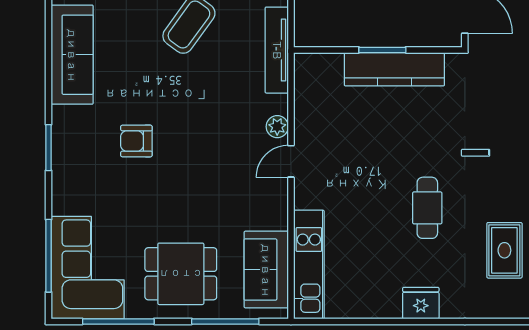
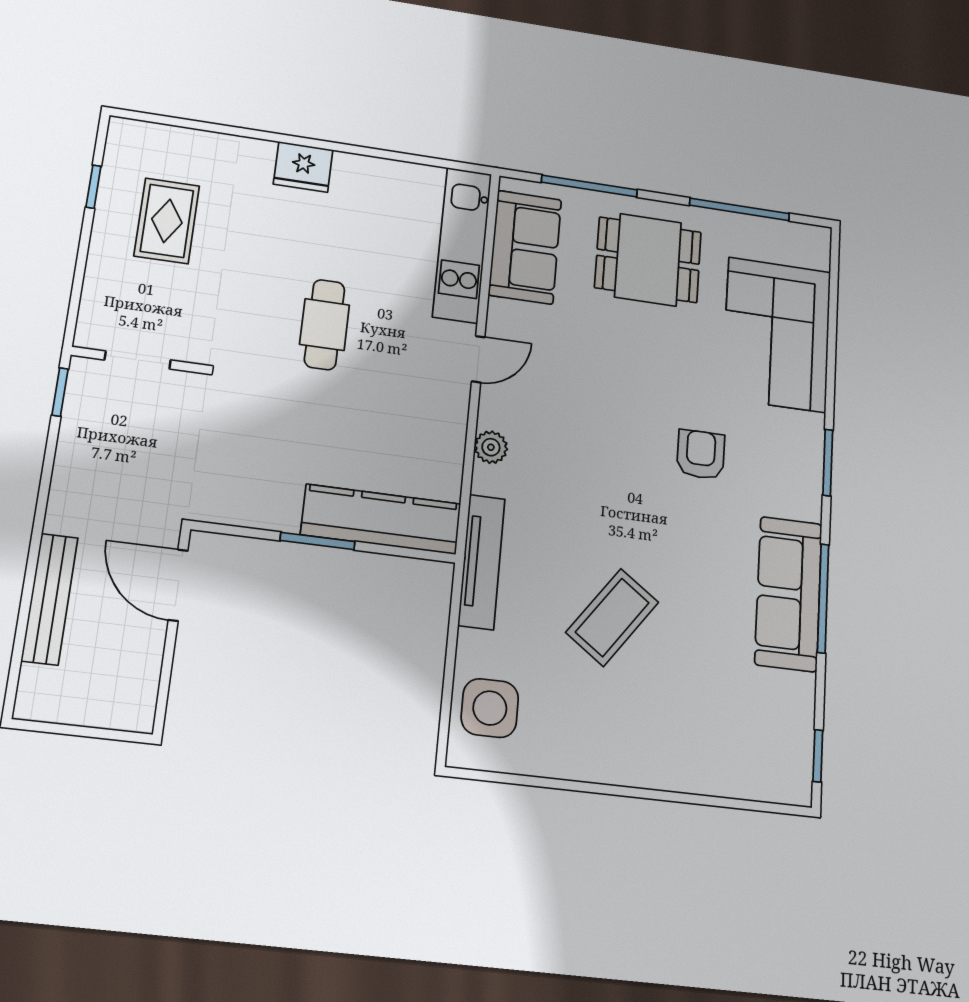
kitchen counter: (394, 69) -> (381, 519), moved
armchair: (136, 141) -> (701, 455), turned -90
door: (291, 161) -> (478, 359), moved
cafe table: (427, 208) -> (325, 325), moved
window: (48, 256) -> (823, 598), moved
corner sofa: (88, 268) -> (777, 334), moved

